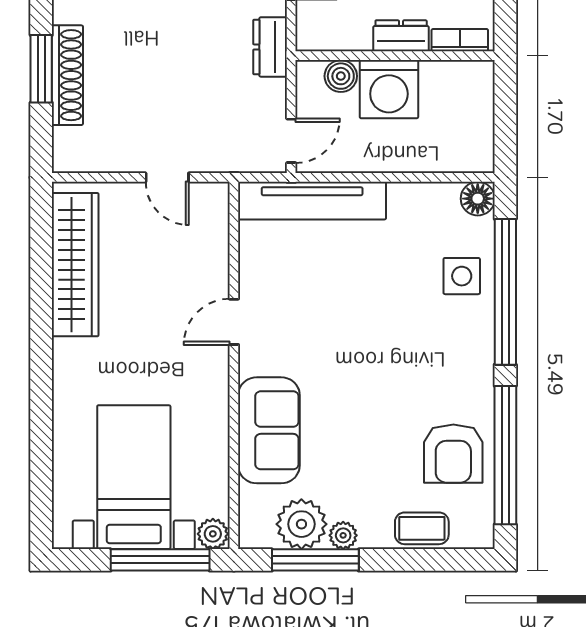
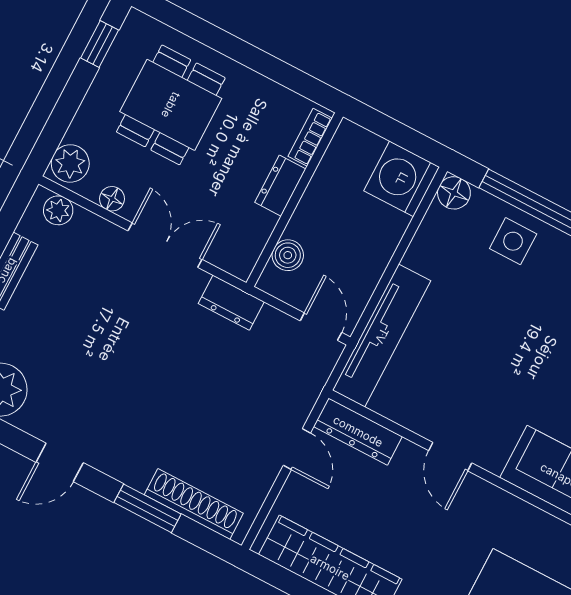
shoe rack: (67, 75) -> (194, 504), moved
washing machine: (389, 89) -> (402, 179), moved, turned 180
door: (167, 177) -> (297, 449), hinge flipped
dresser: (213, 225) -> (358, 431), added

